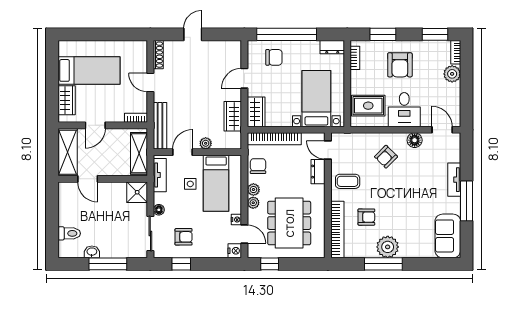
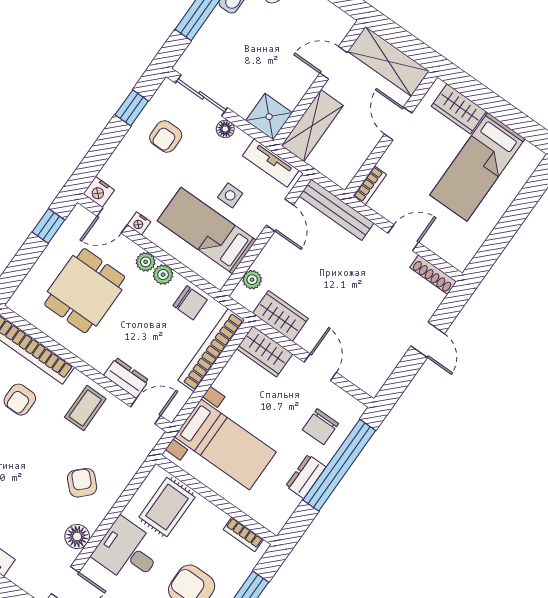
dresser: (332, 47) -> (306, 476), moved
plant: (206, 143) -> (252, 280), moved
shelving: (139, 153) -> (312, 125), moved, turned 90
dining table: (289, 223) -> (85, 291), width x0.73

